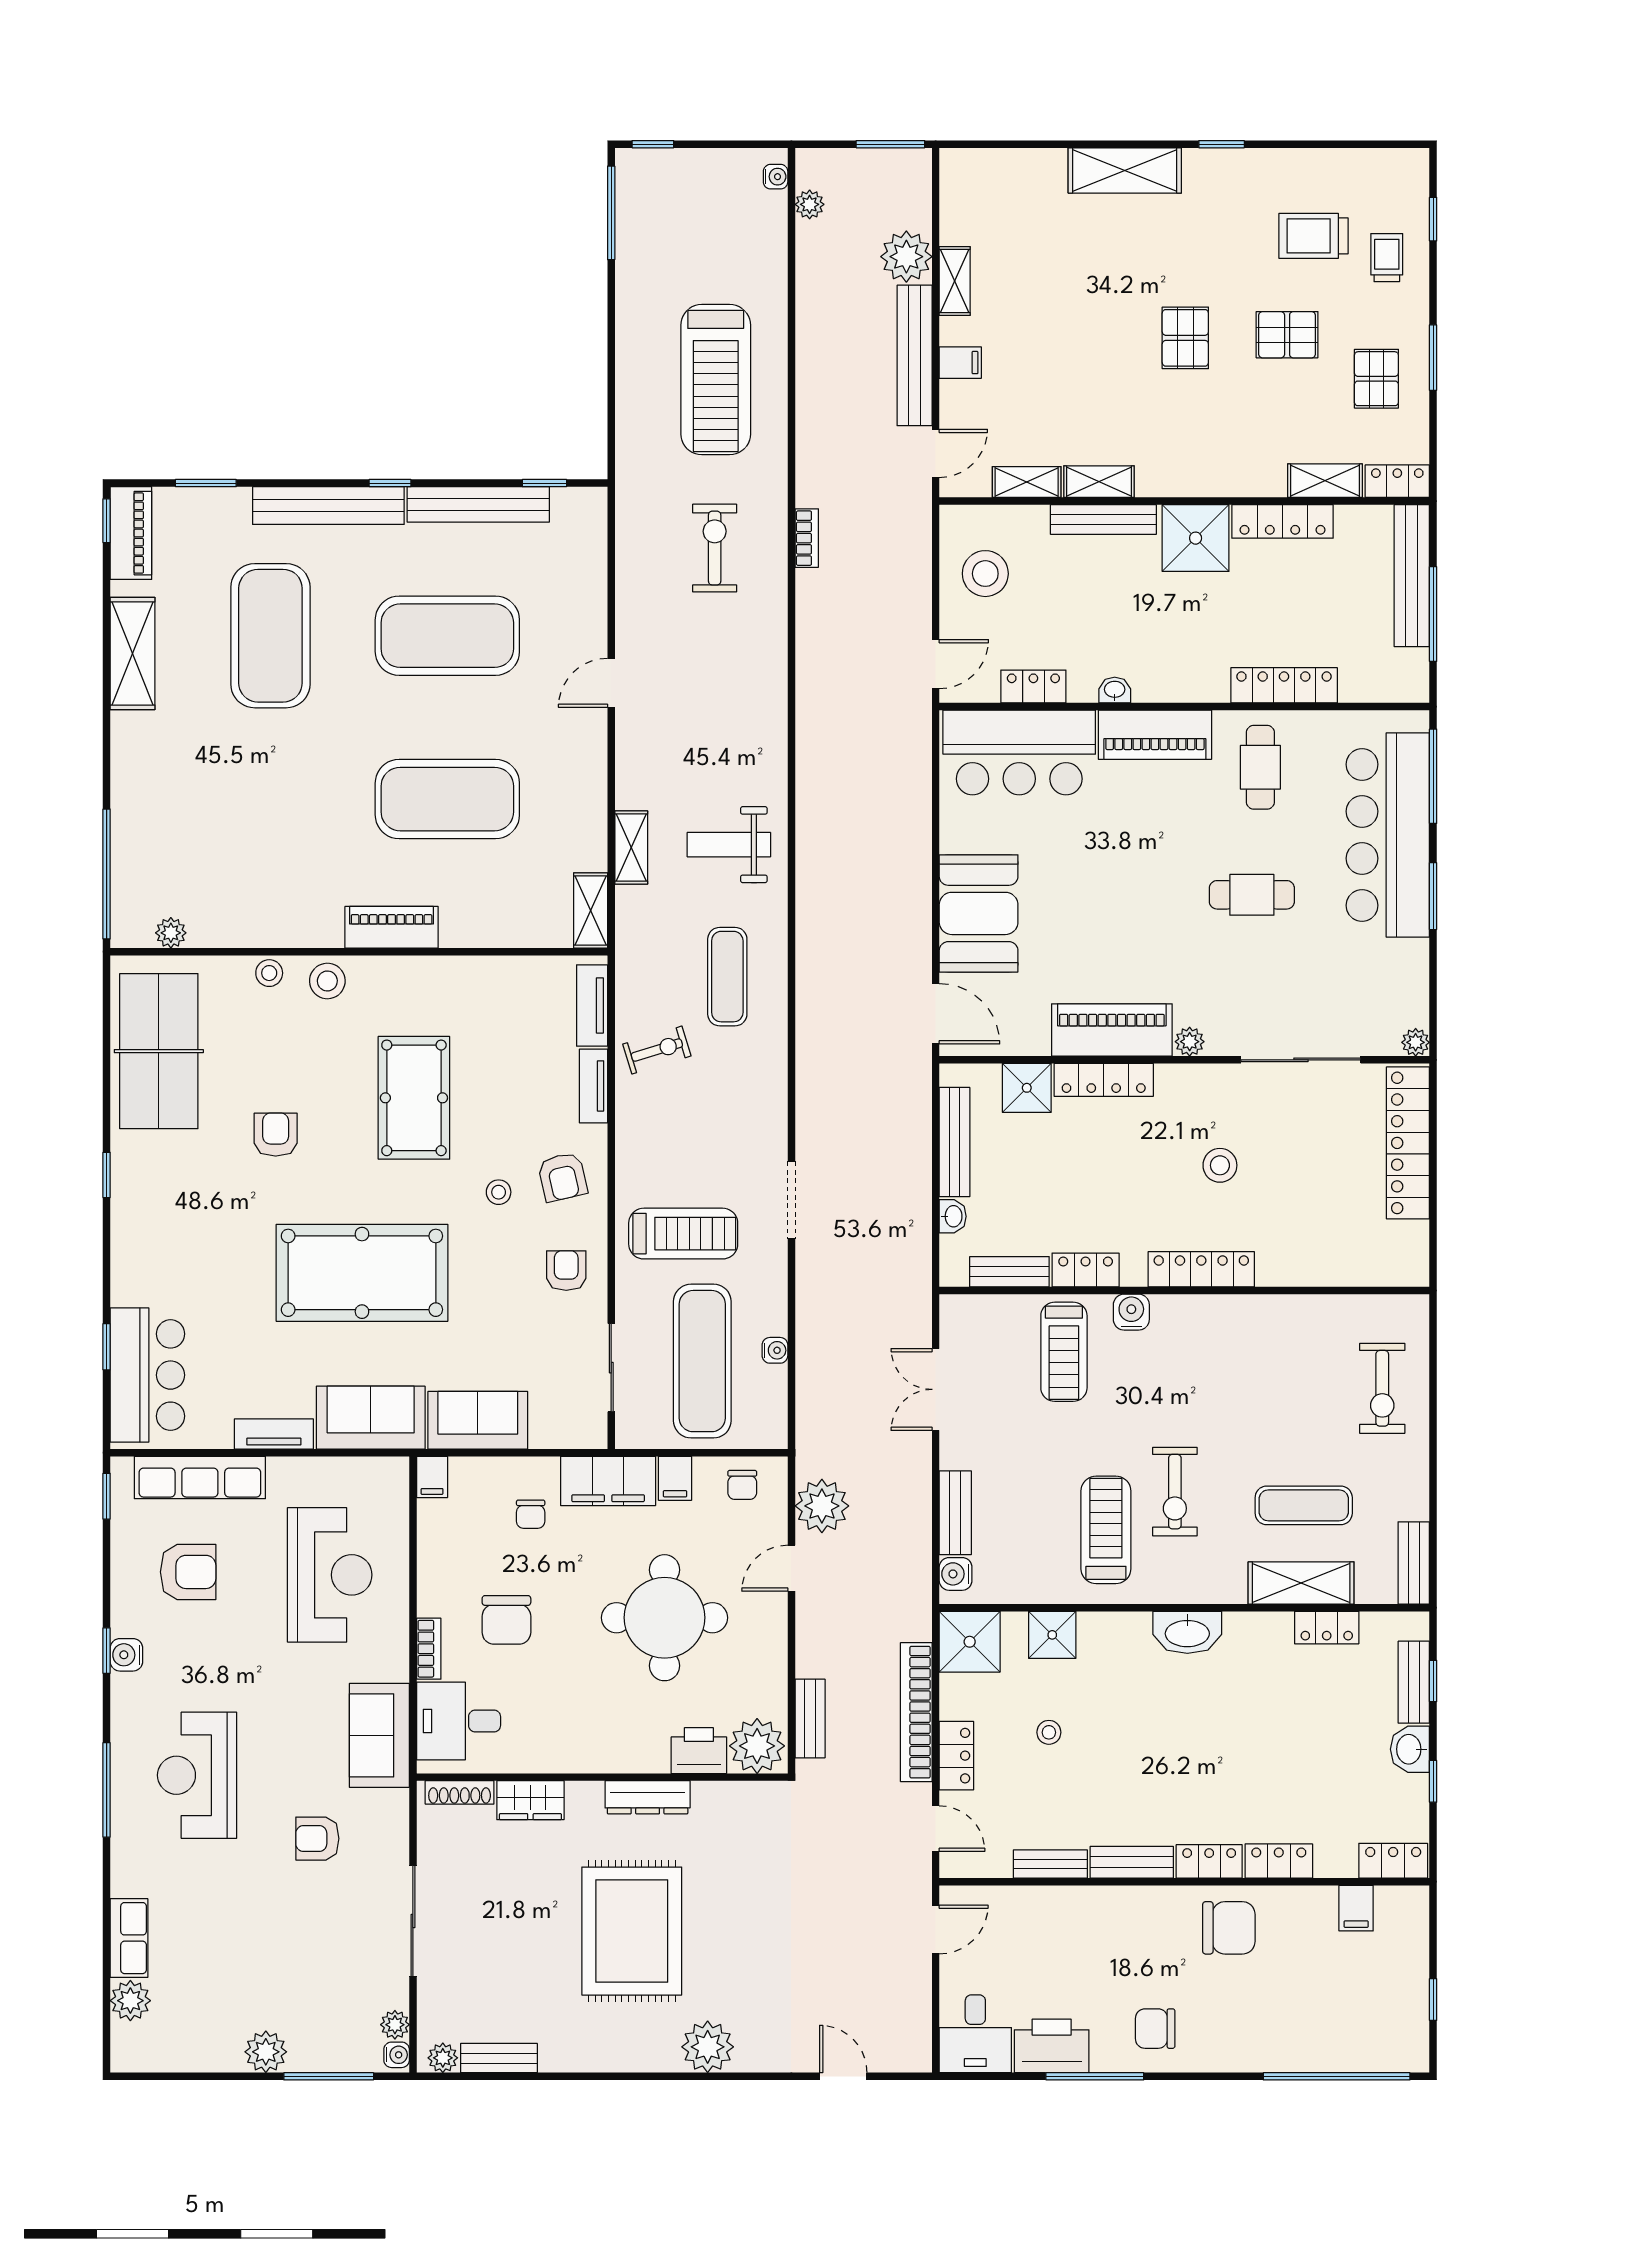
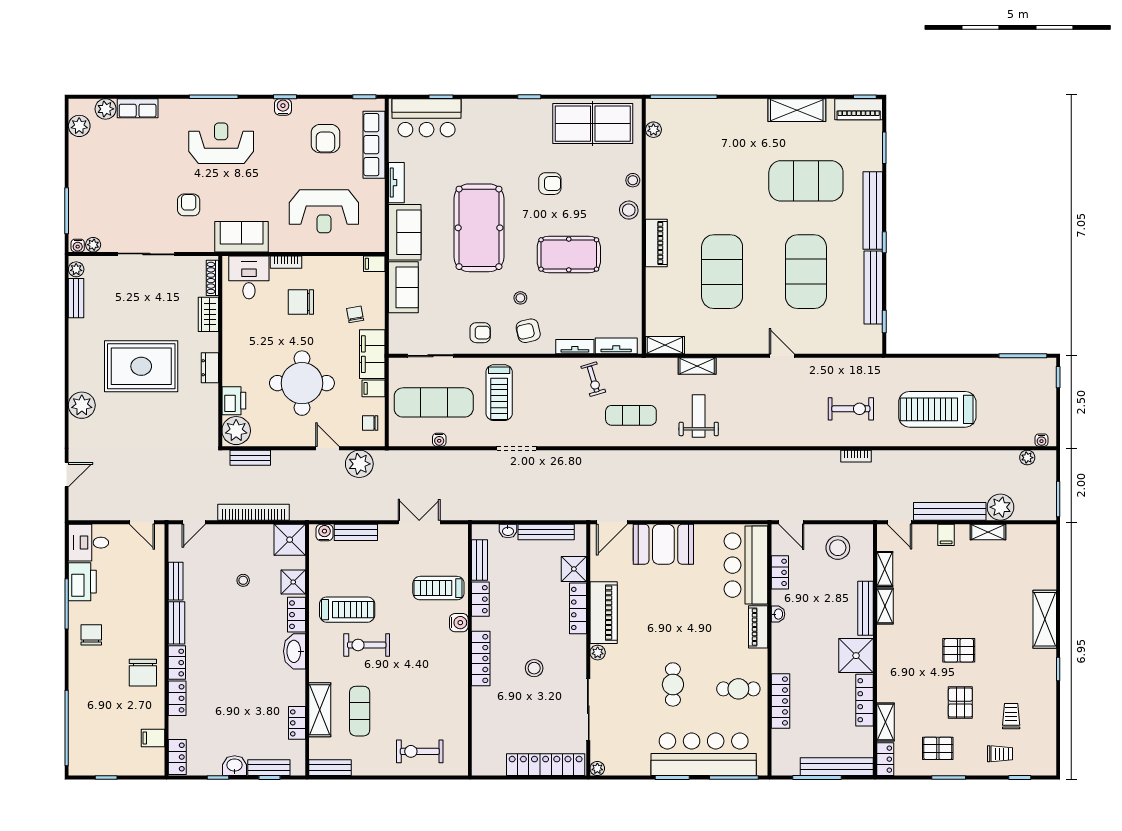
trolley: (1313, 236) -> (1011, 716), width x0.73, depth x0.72
piano: (1155, 735) -> (758, 627), width x0.73, depth x0.75
chair: (531, 1514) -> (355, 314), turned 80
locker: (956, 1756) -> (296, 615), moved, turned 90
dresser: (648, 1797) -> (210, 368), width x0.70
plant: (266, 2052) -> (79, 126), moved

